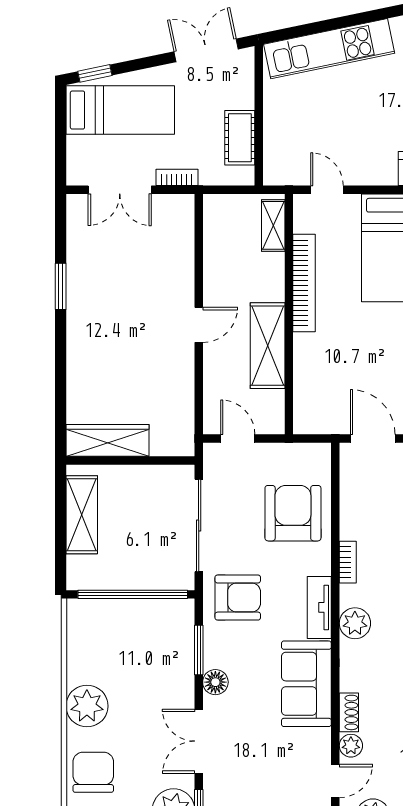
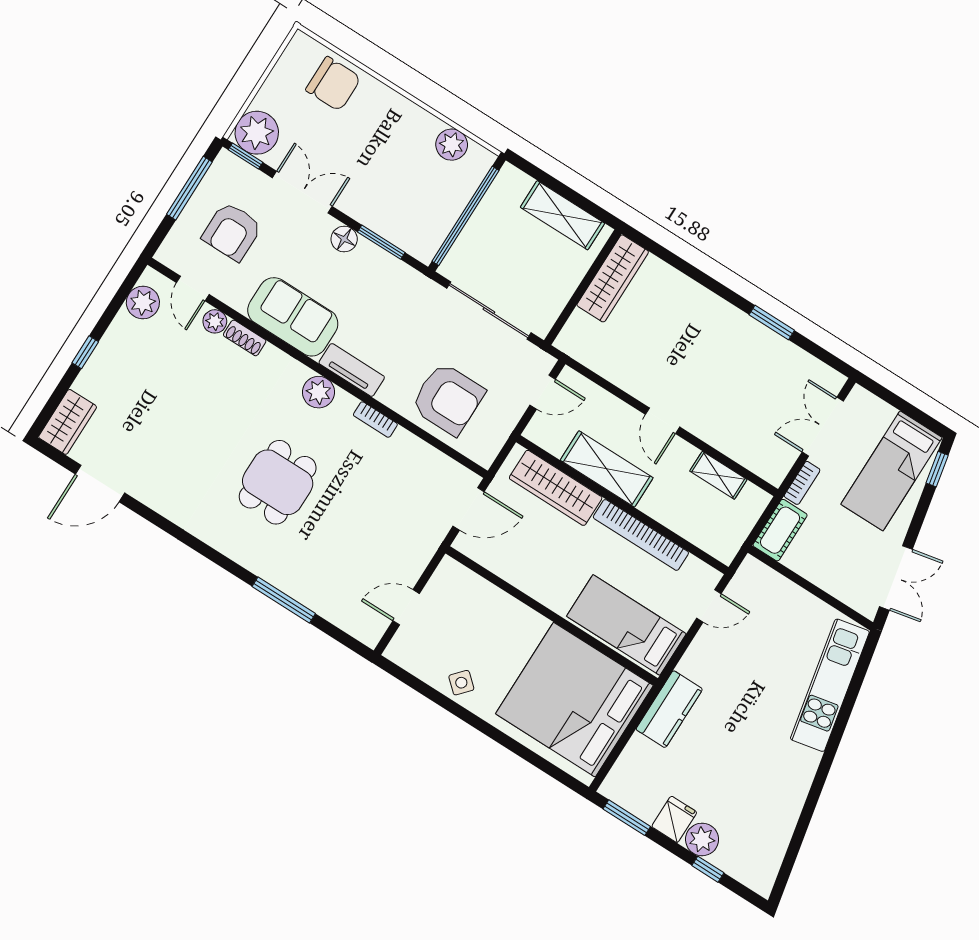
cot: (240, 138) -> (780, 530), moved, turned 90
shelving: (273, 225) -> (718, 475), moved
wardrobe: (310, 378) -> (556, 488), added
armchair: (238, 598) -> (232, 232), moved
plant: (87, 706) -> (452, 145), moved, width x0.73, depth x0.73

